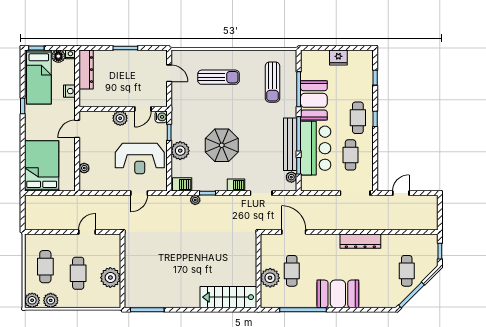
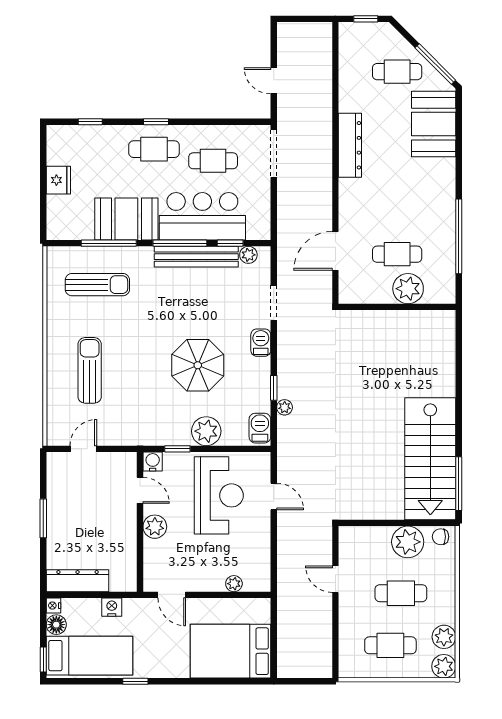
booth: (338, 294) -> (434, 124), moved
stairs: (228, 297) -> (430, 459), moved, width x1.36, depth x1.51
chair: (114, 298) -> (441, 537), added

